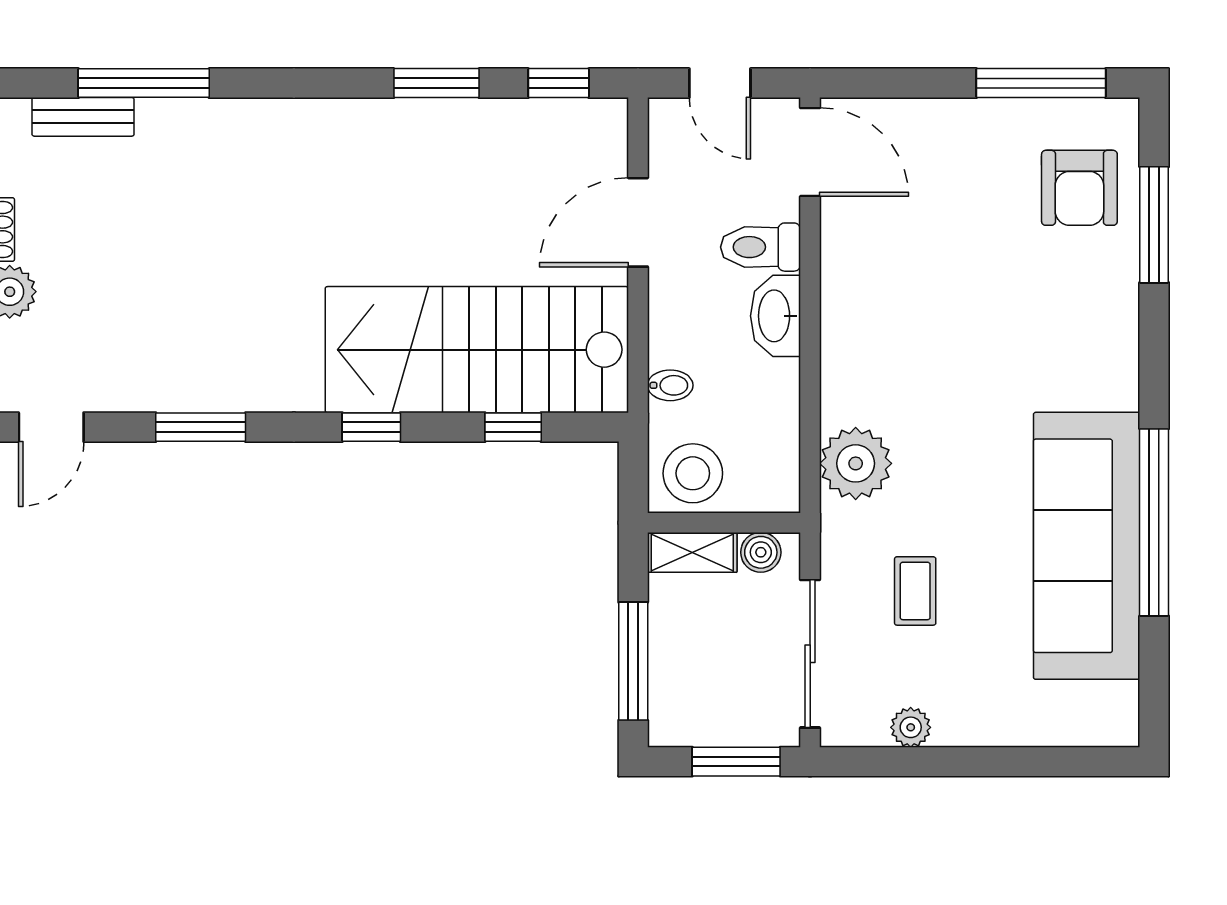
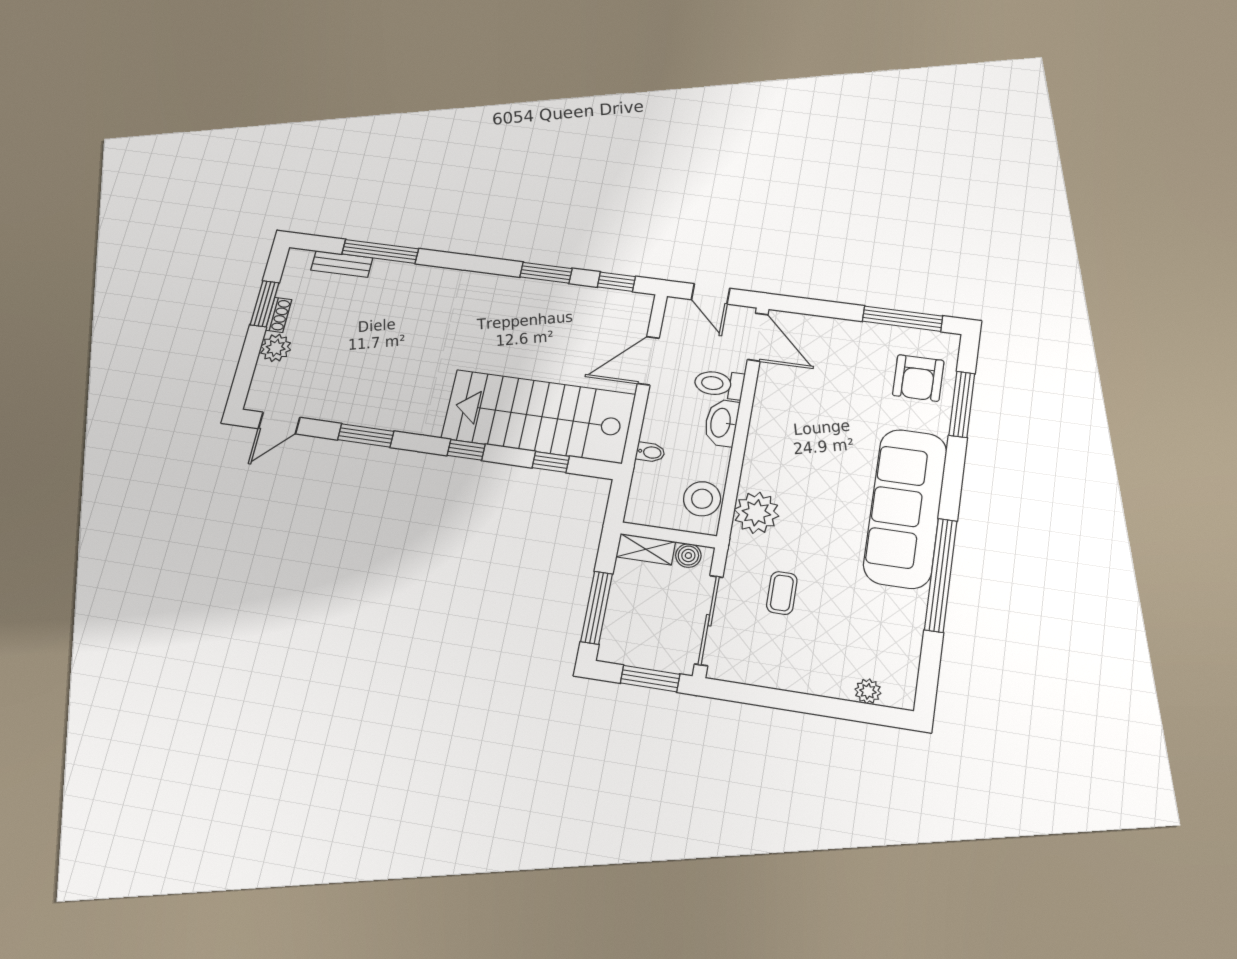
stool: (693, 473) -> (702, 499), moved
sofa: (1087, 546) -> (906, 508), moved
plant: (911, 727) -> (868, 691), moved

